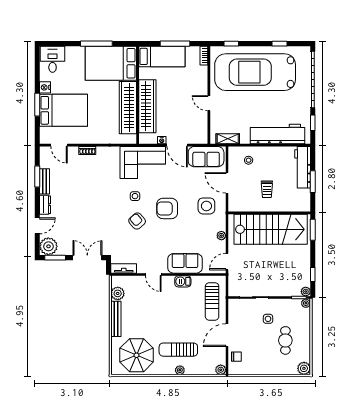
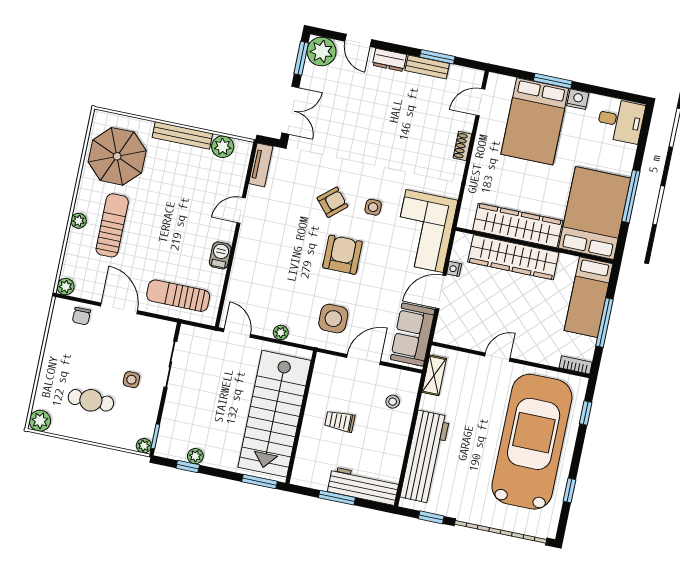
sofa: (185, 263) -> (248, 265), removed
plant: (306, 292) -> (195, 456), moved

